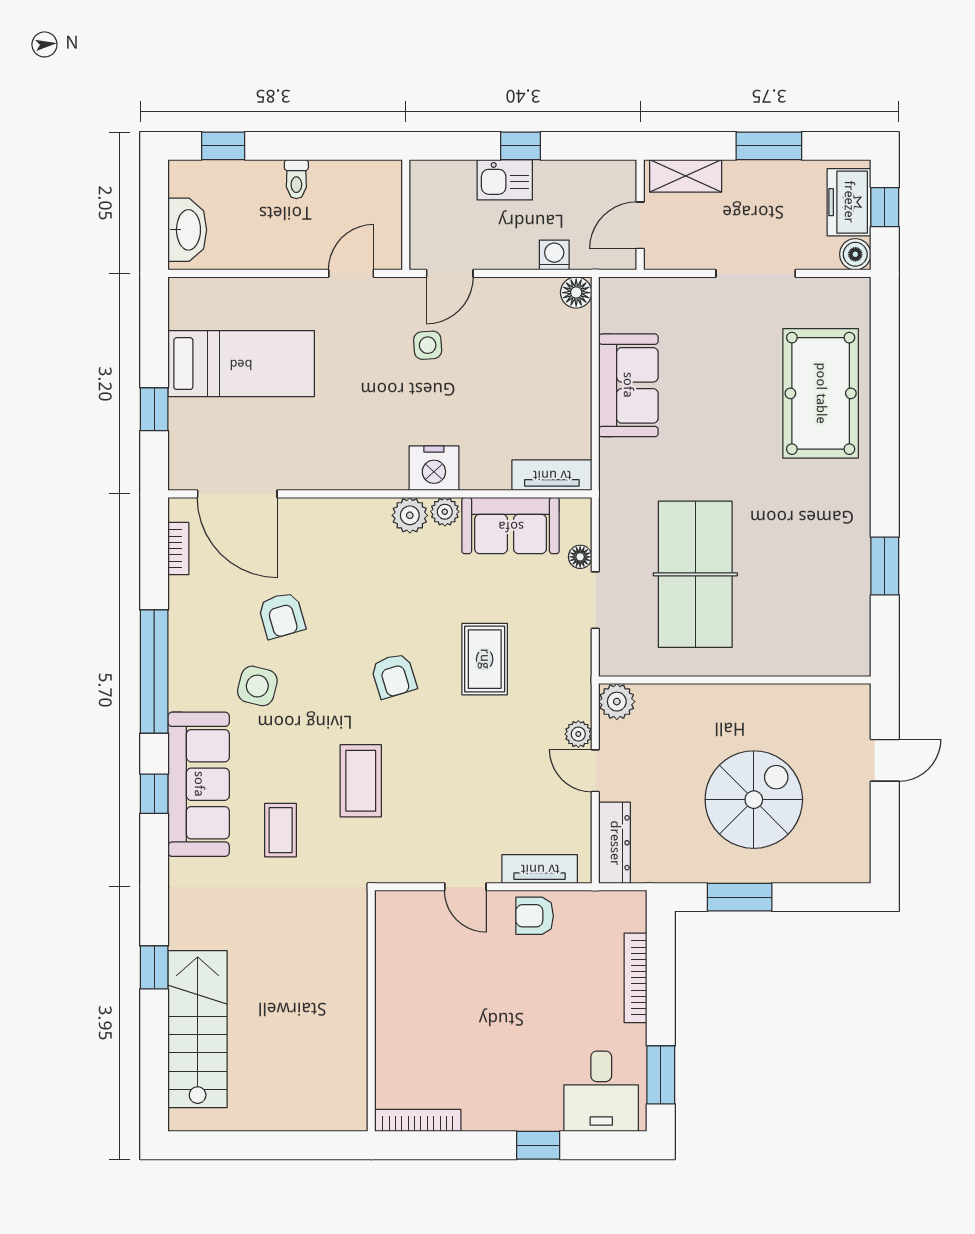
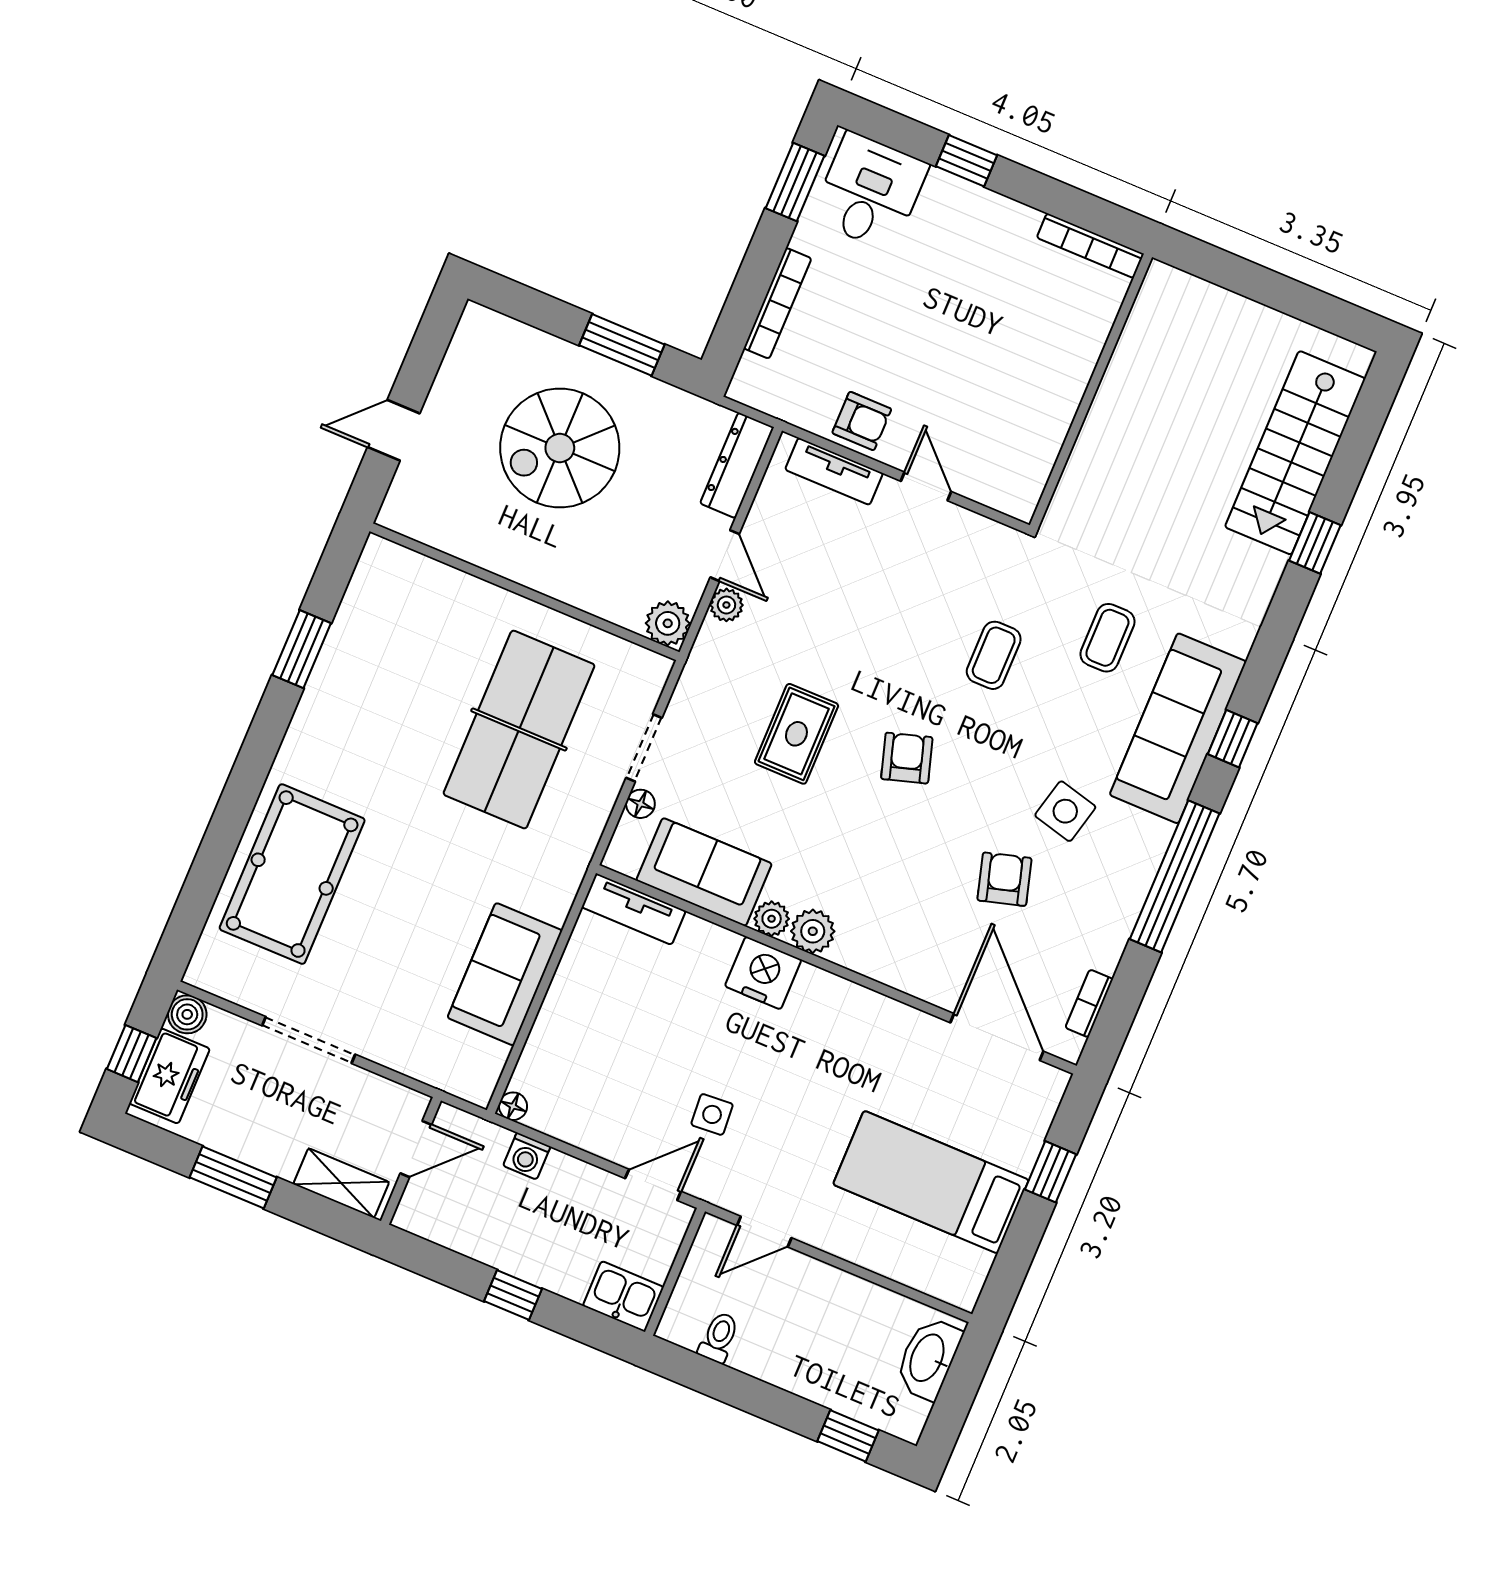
toilet: (296, 179) -> (719, 1337), moved
kitchen sink: (505, 180) -> (623, 1296), moved
floor lamp: (576, 293) -> (513, 1106), width x0.73, depth x0.73
coffee table: (361, 781) -> (994, 655), width x0.73, depth x0.77

